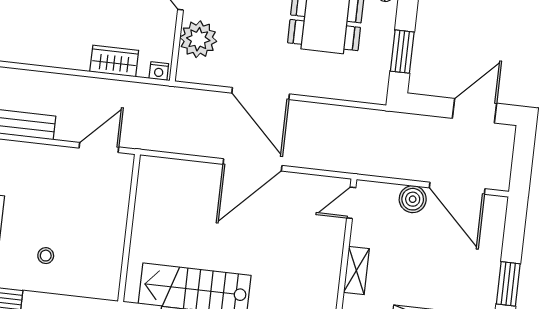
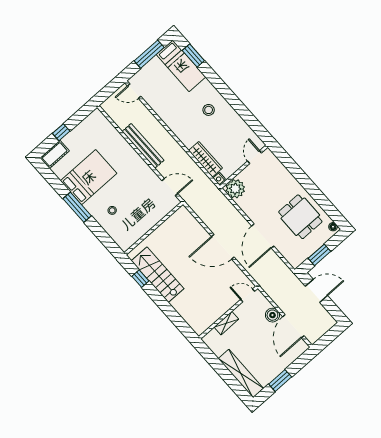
plant: (198, 39) -> (235, 189), moved
wardrobe: (114, 61) -> (205, 159), width x1.50
door: (261, 94) -> (263, 236), moved
door: (474, 111) -> (316, 291), moved

